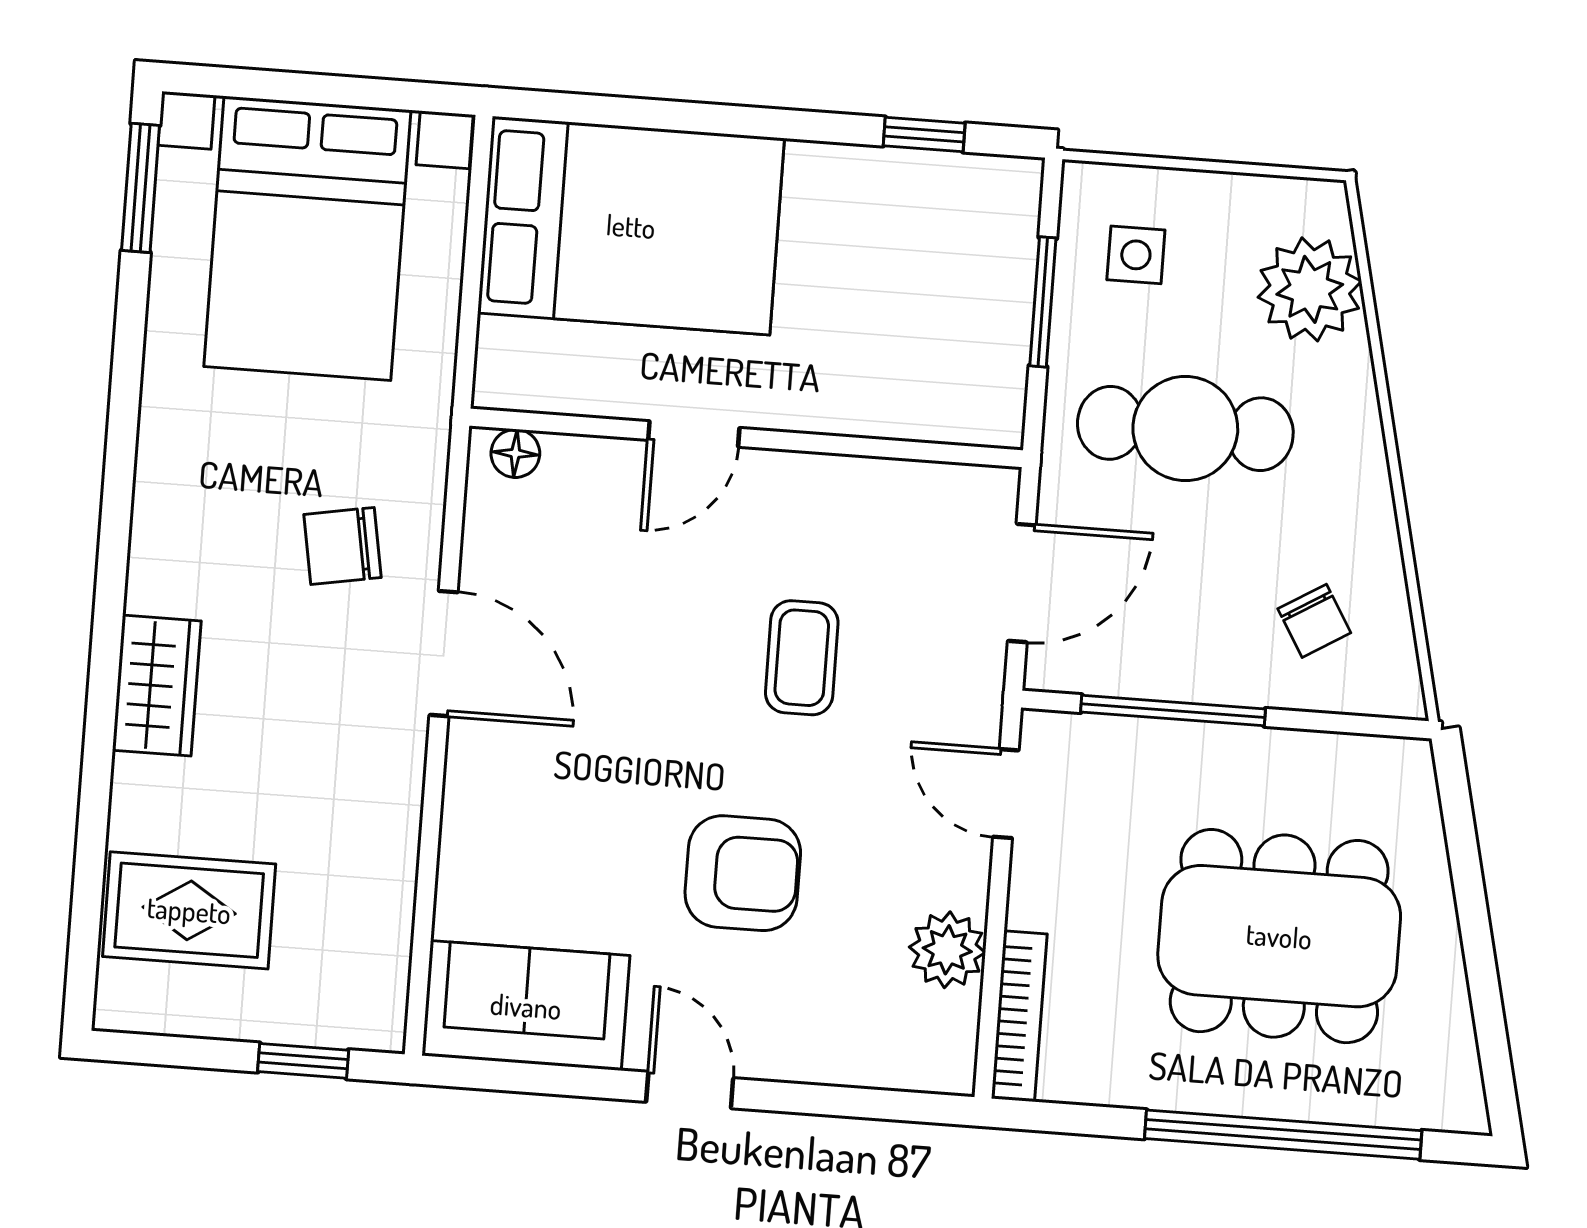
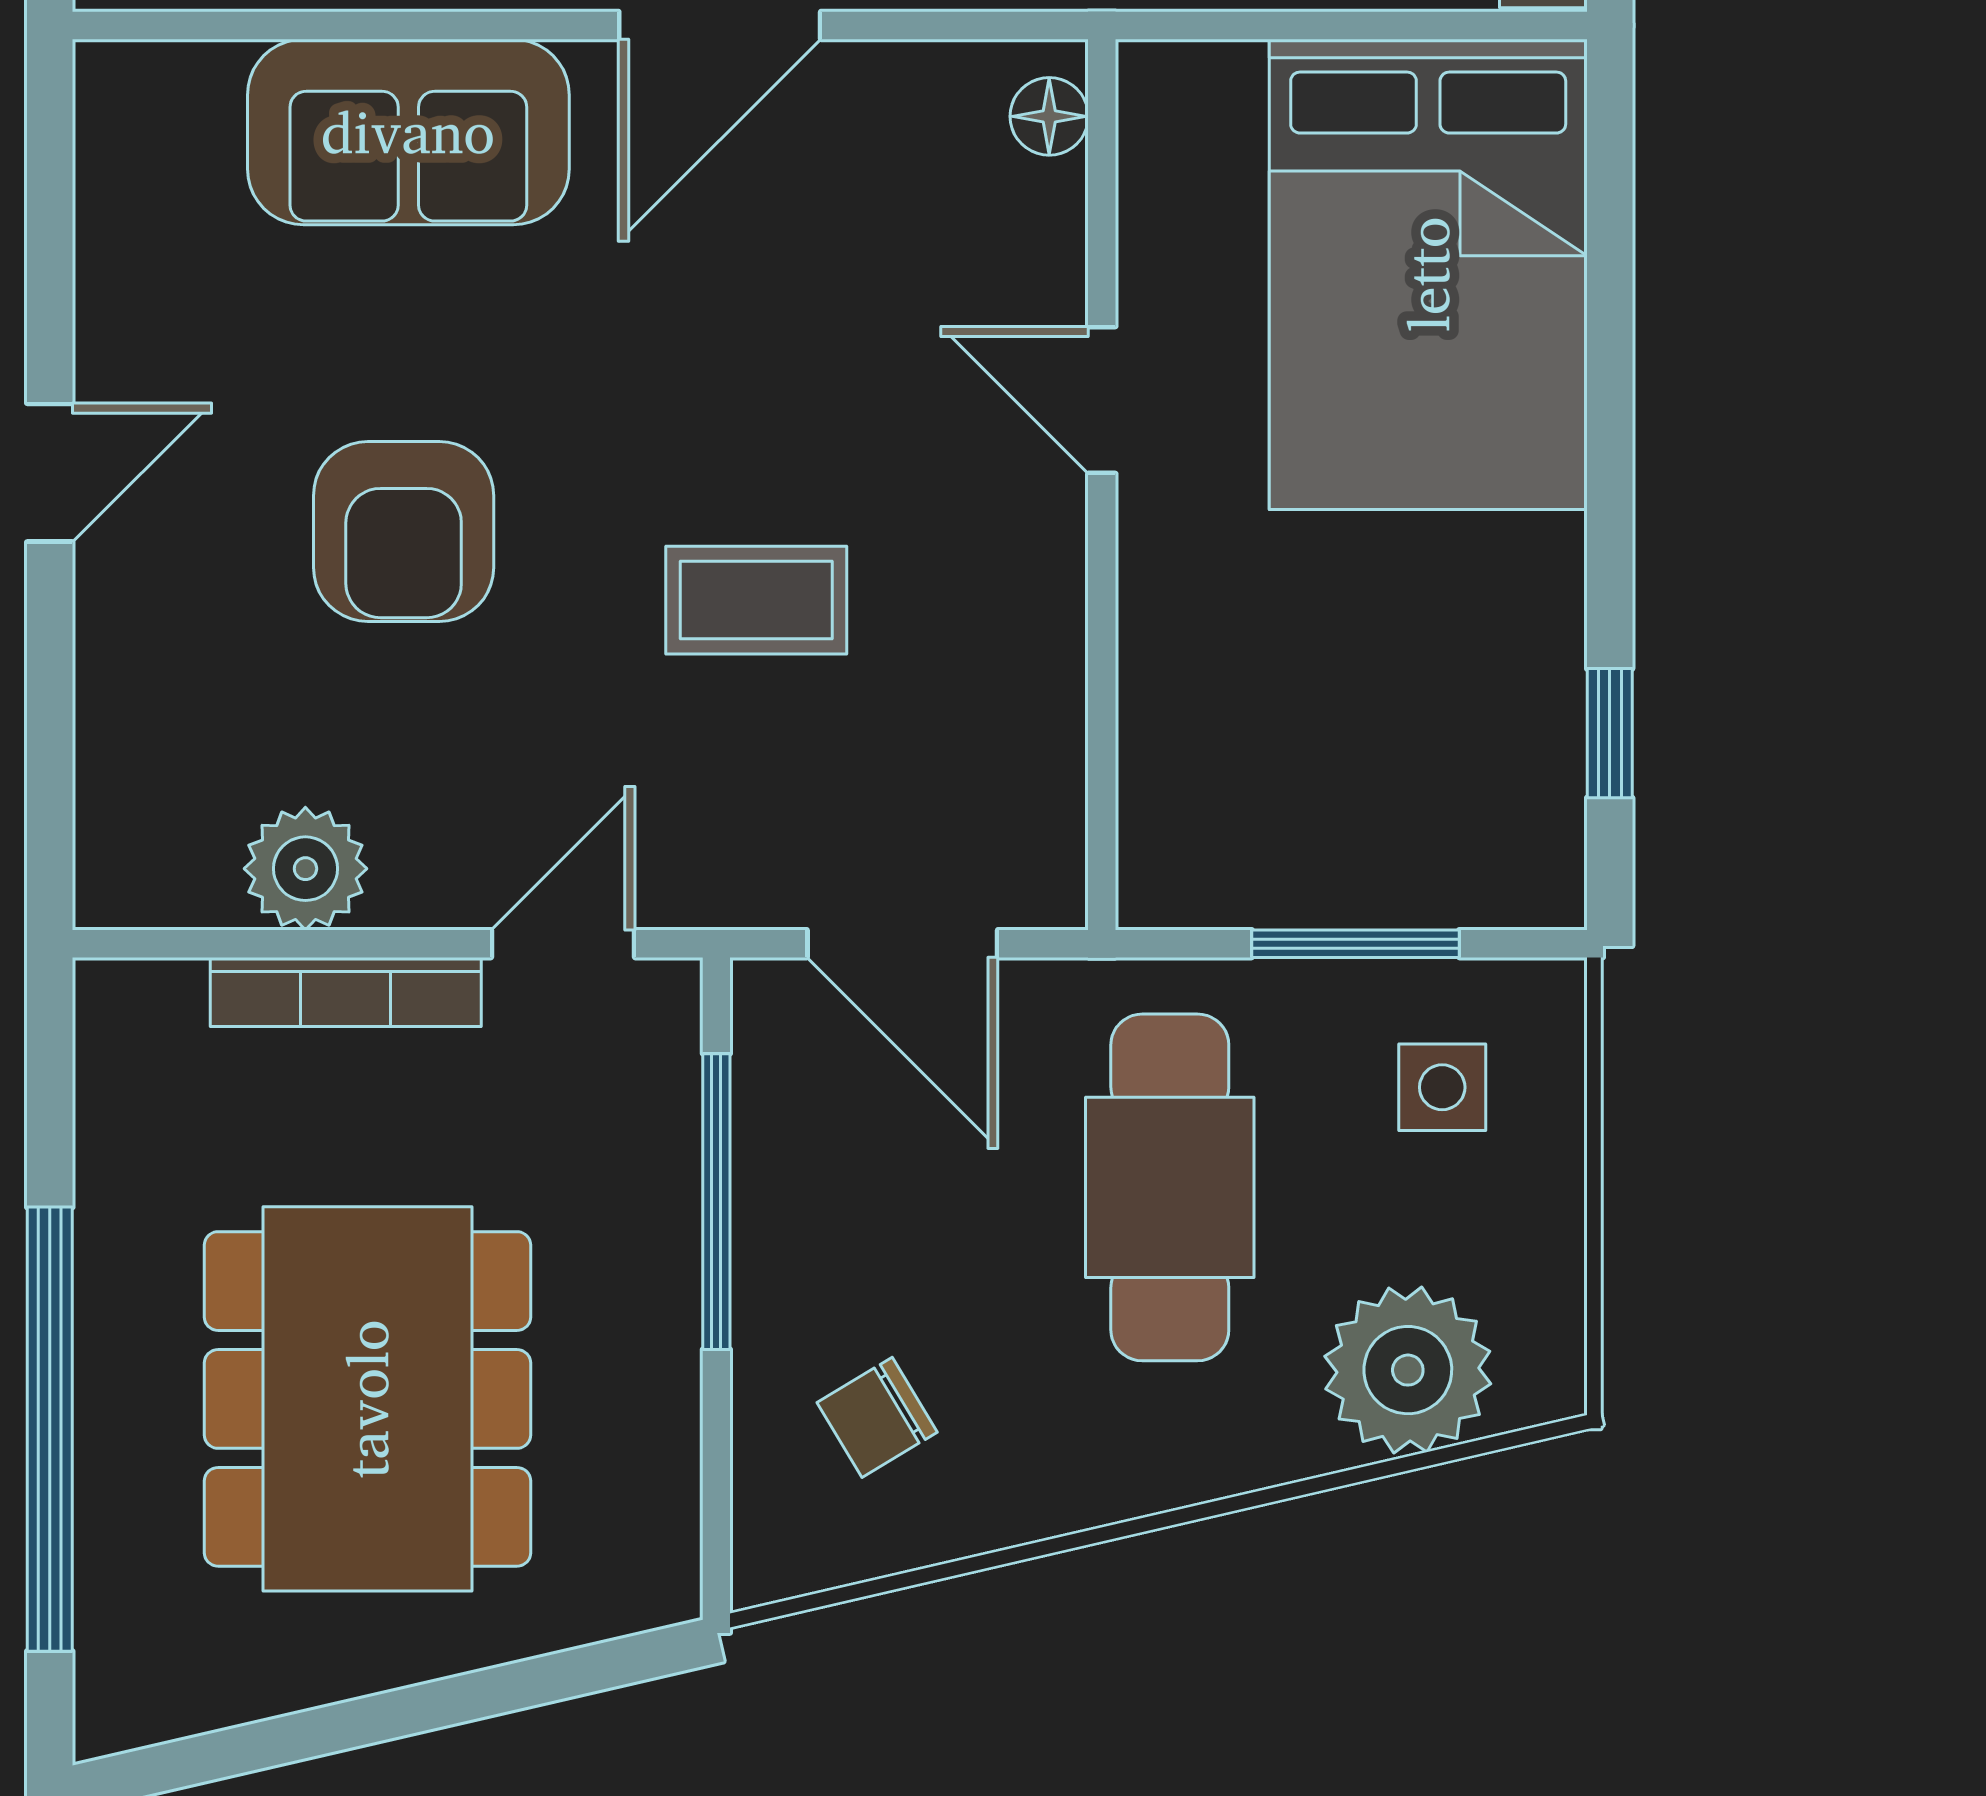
sofa: (526, 1006) -> (408, 132), moved, turned 90
bookcase: (1019, 1016) -> (346, 992), moved

